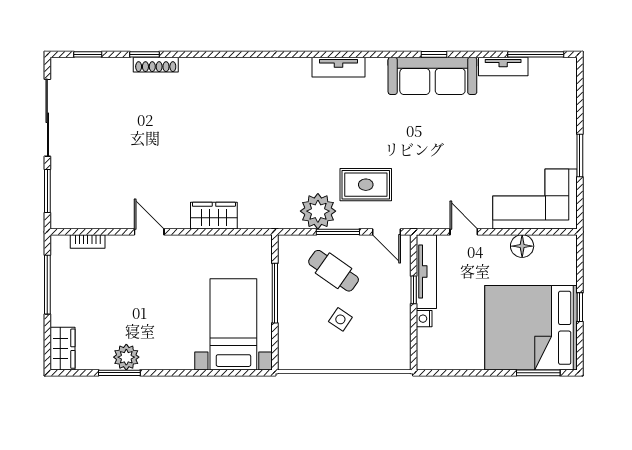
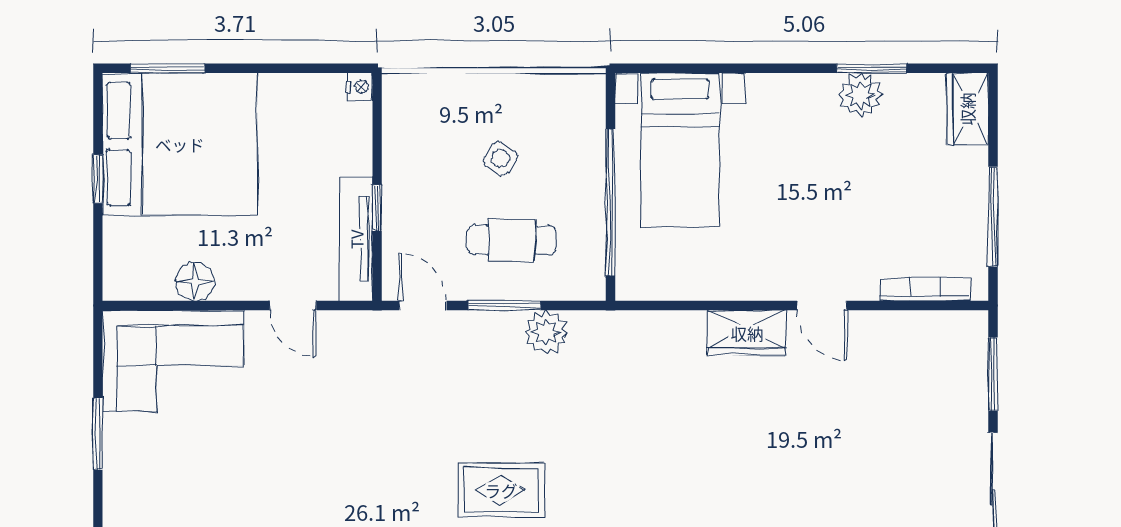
rug: (366, 185) -> (501, 490), moved
plant: (318, 211) -> (546, 332), width x0.73, depth x0.73
wardrobe: (214, 216) -> (747, 333), moved
bookcase: (88, 241) -> (925, 289), width x1.56
cafe table: (334, 271) -> (512, 240), turned -35
window: (275, 293) -> (610, 202), width x1.46
nightstand: (424, 319) -> (360, 87), moved

